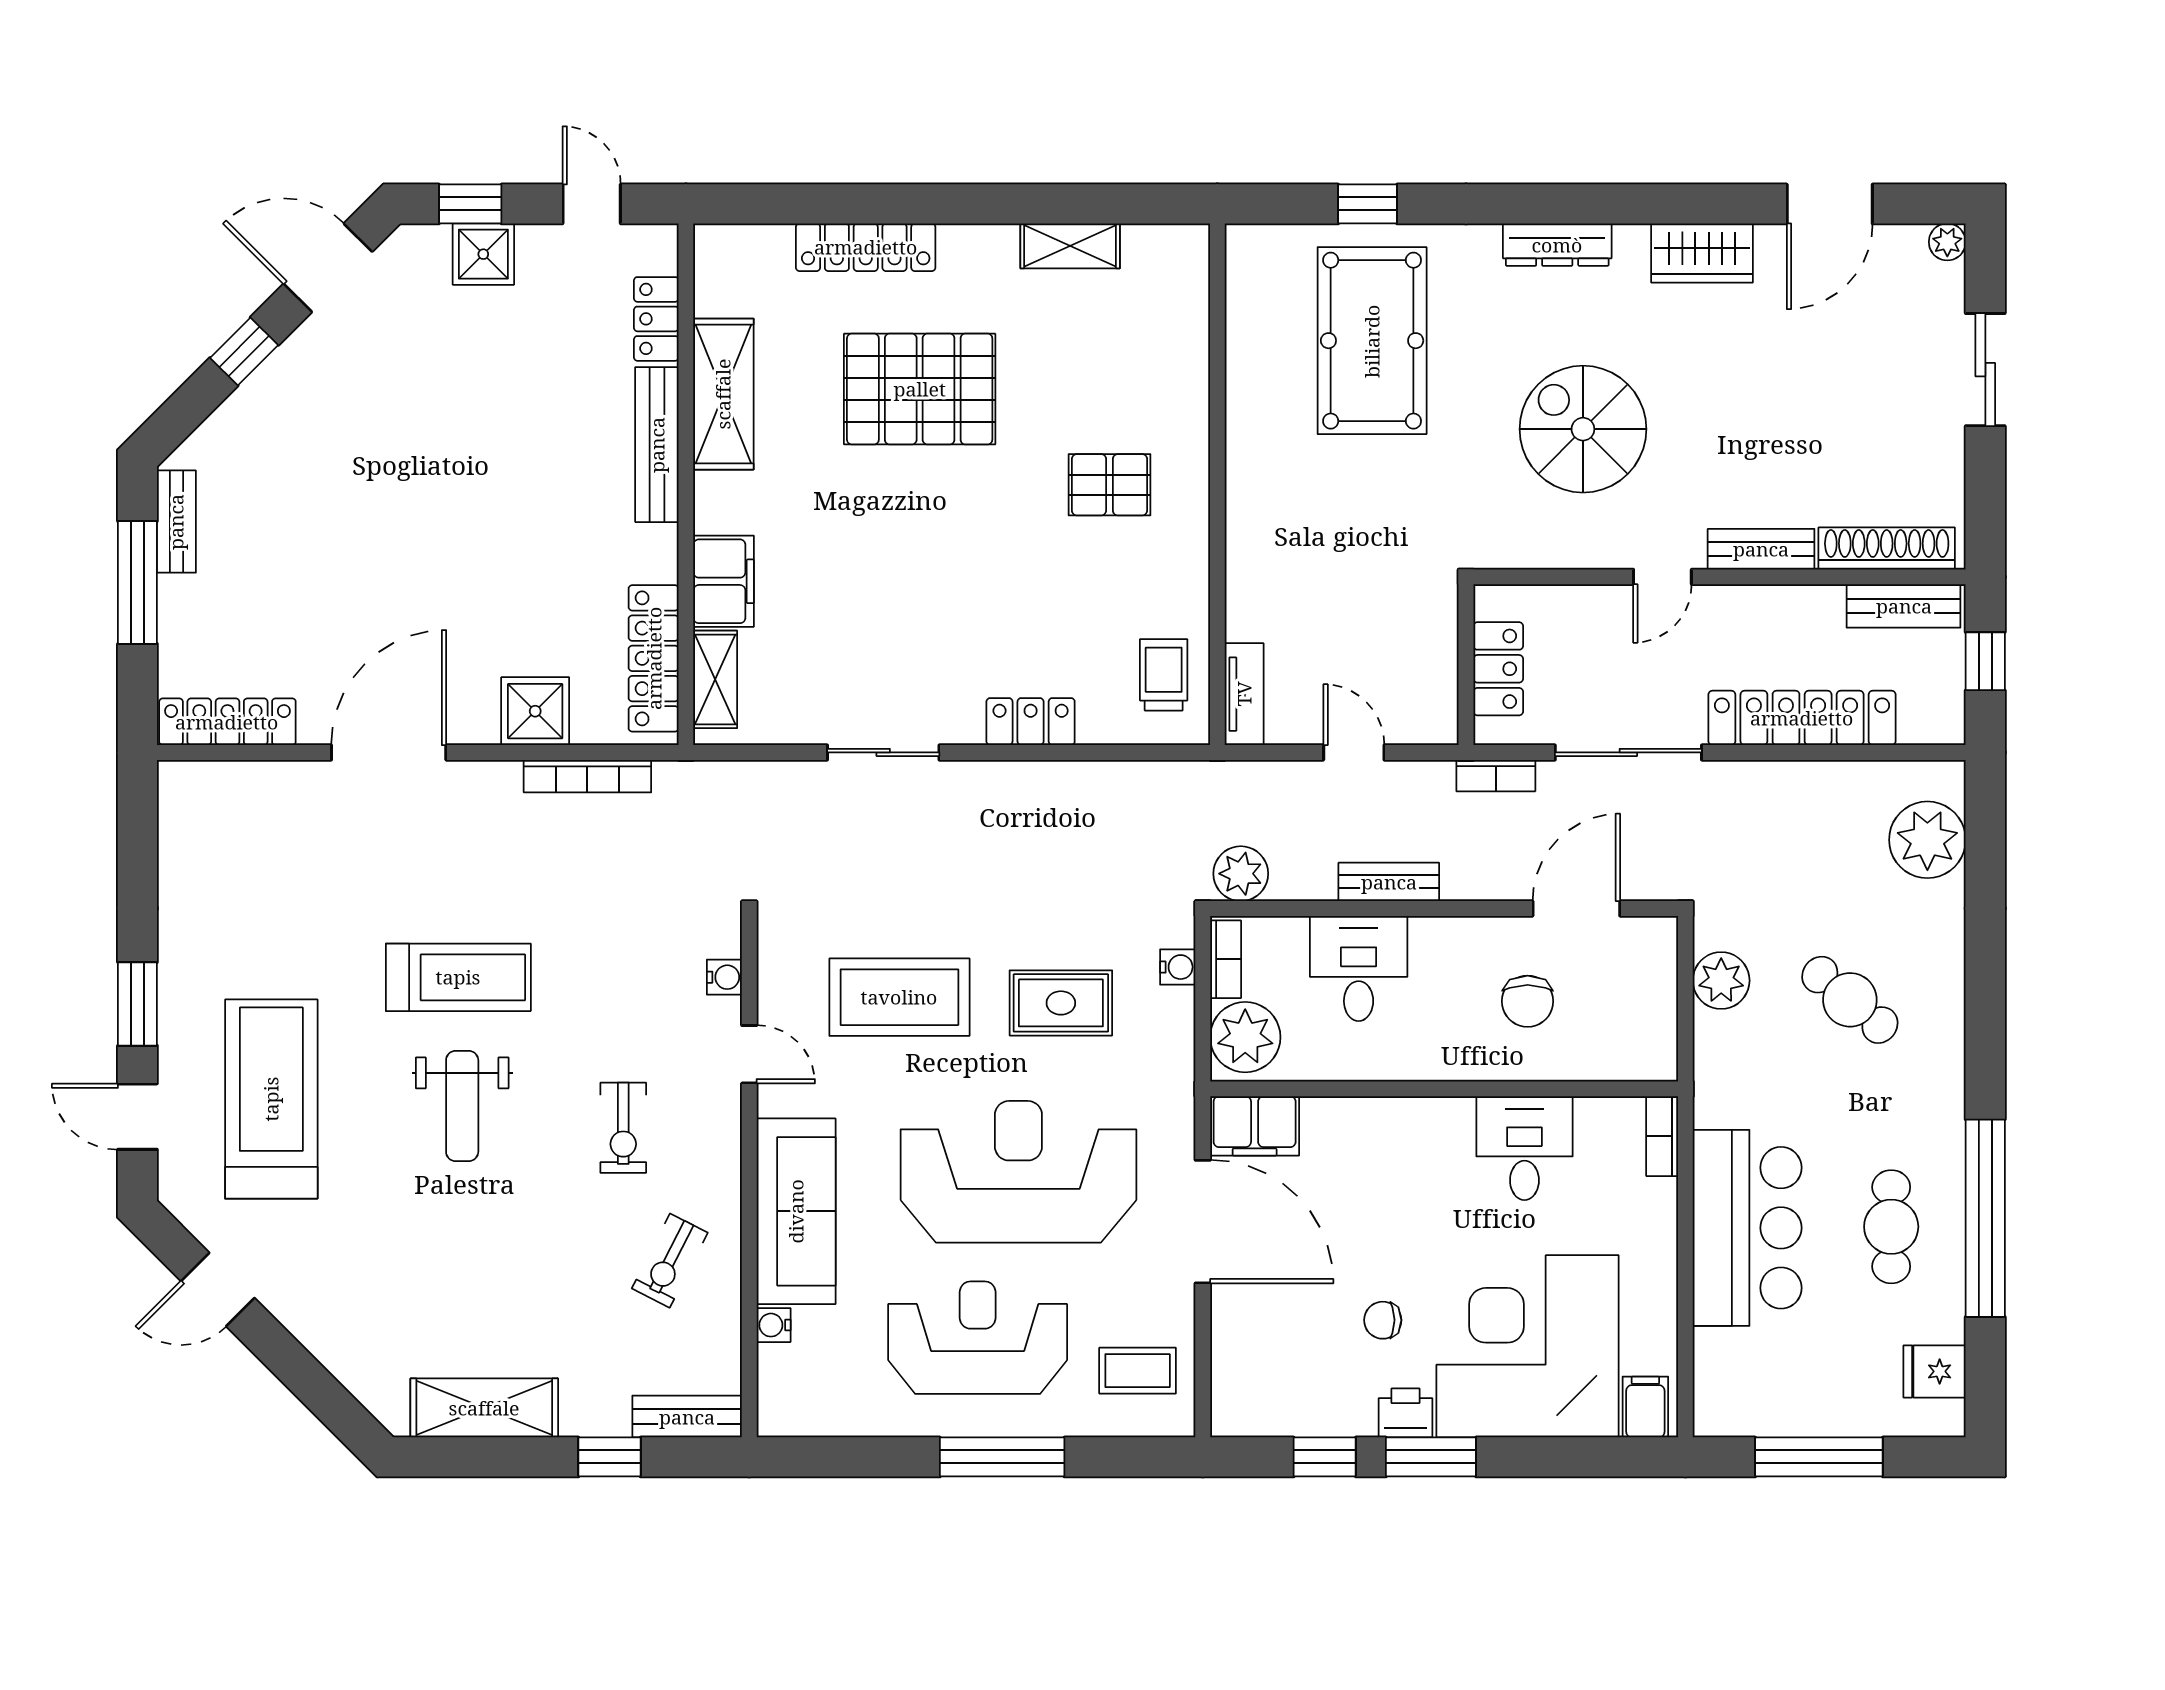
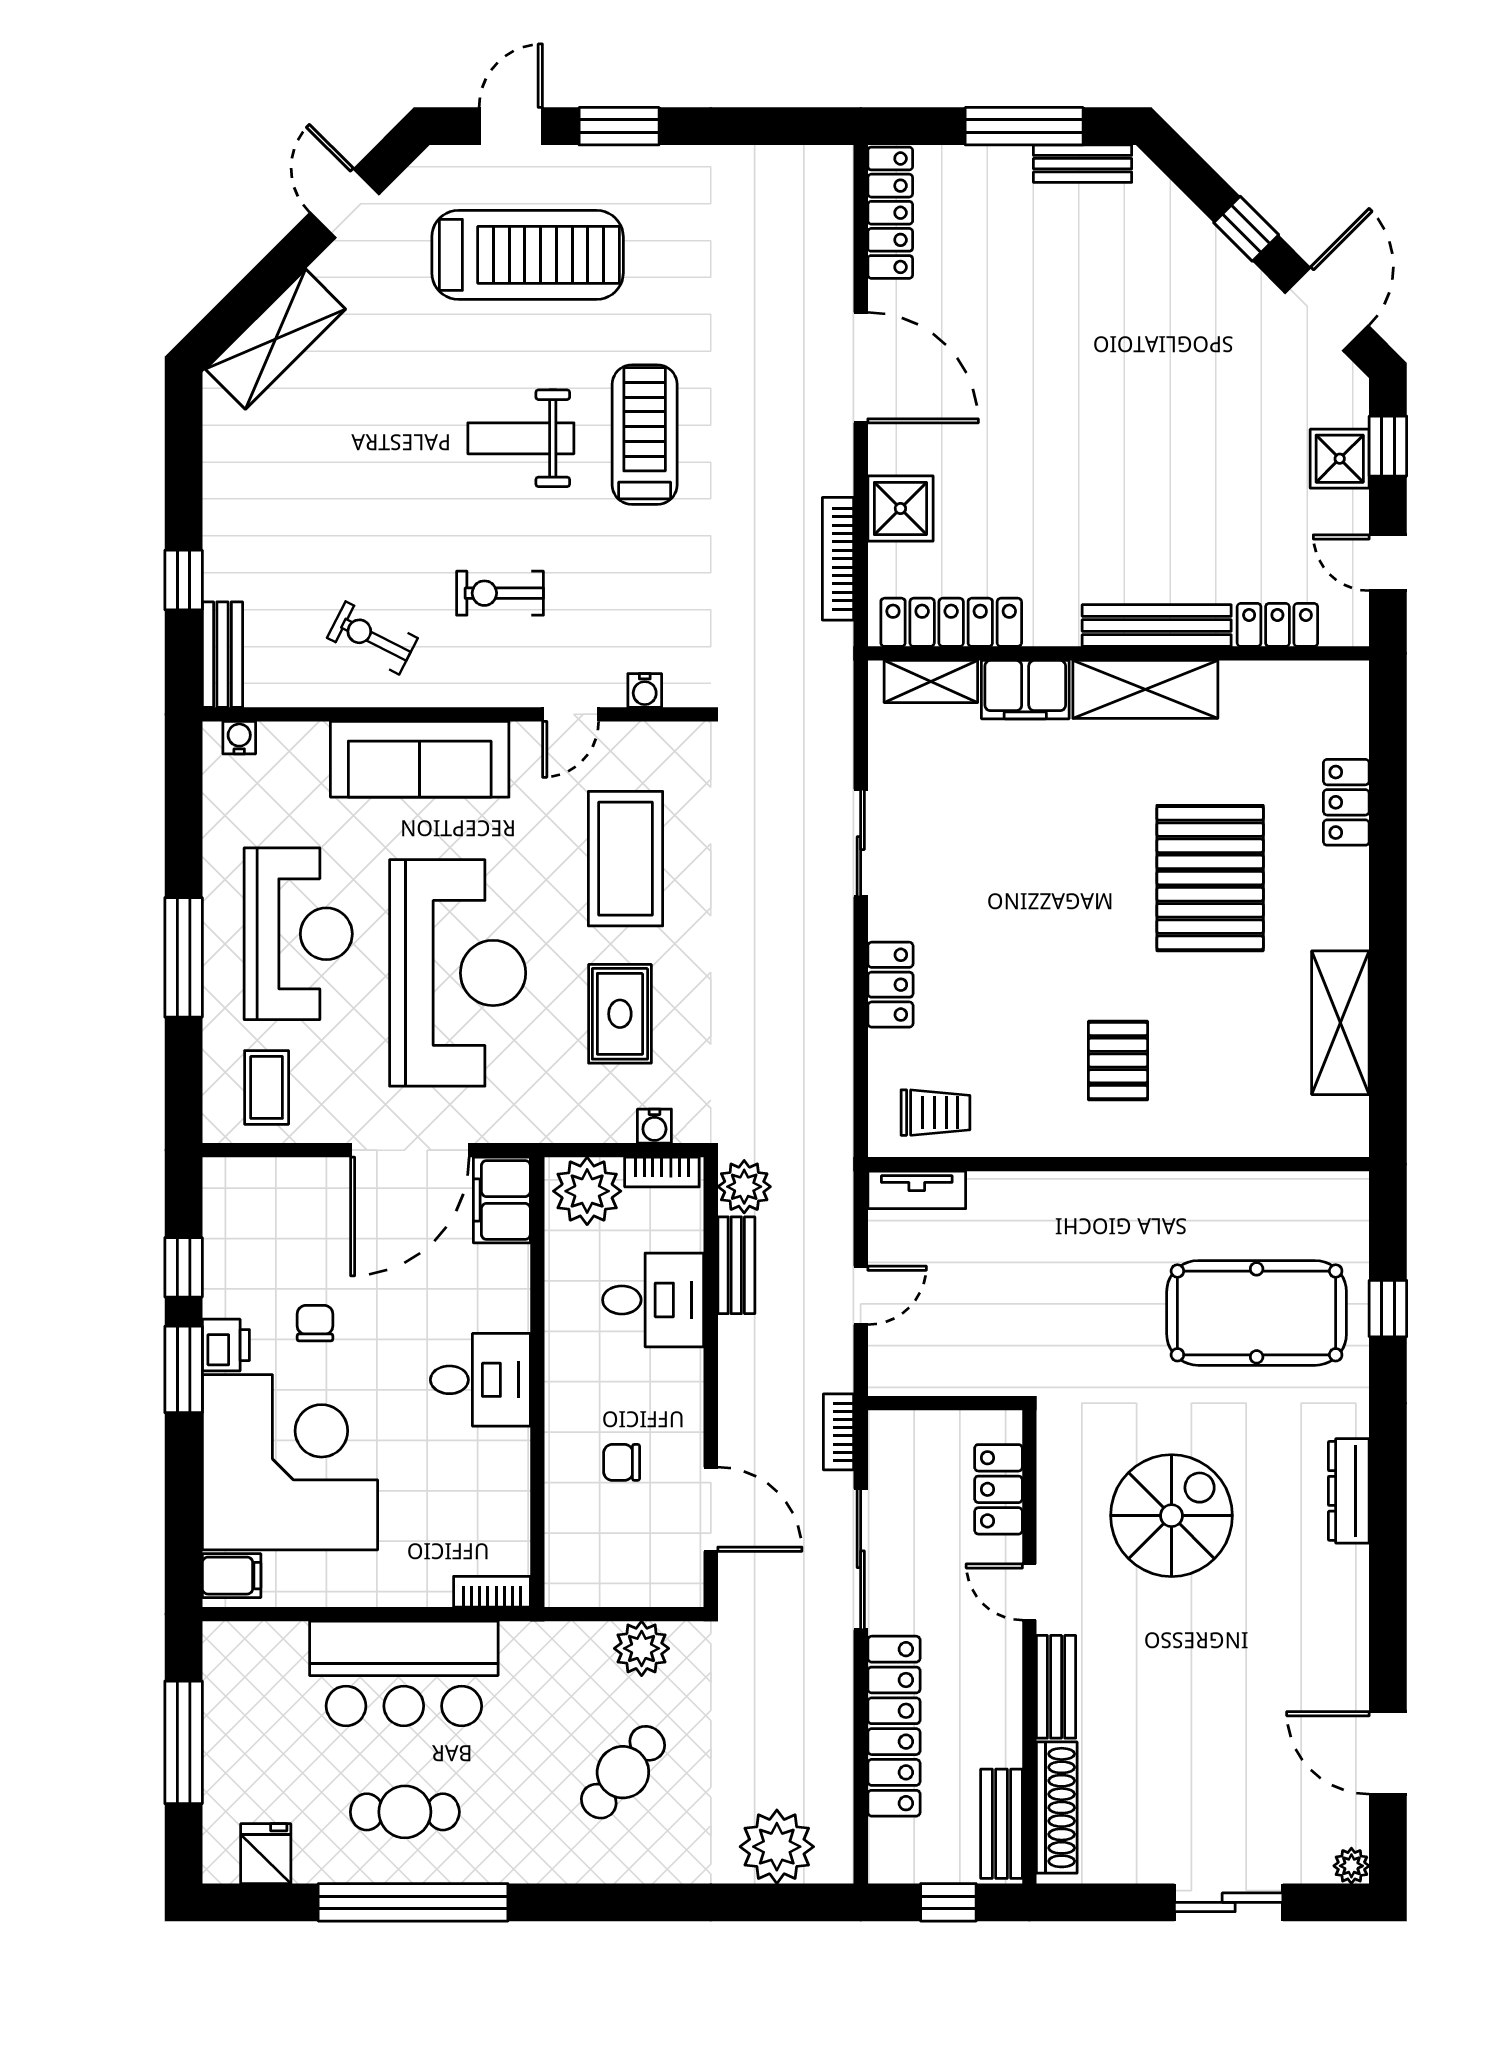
door: (592, 204) -> (1388, 563), swing flipped
shelving: (1070, 246) -> (1340, 1023), width x1.50, depth x1.33
locker: (866, 247) -> (1346, 802), width x0.66
wardrobe: (1702, 253) -> (1341, 1630), removed
shelving: (723, 394) -> (1145, 689), moved
locker: (1498, 669) -> (998, 1489), moved, turned 90
bench: (1389, 882) -> (736, 1265), moved
treadmill: (458, 977) -> (645, 435), turned 180
chair: (1528, 1001) -> (622, 1462), width x0.73, depth x0.73
desk: (1524, 1148) -> (480, 1380), moved
water cooler: (774, 1325) -> (239, 738), moved
shelving: (484, 1408) -> (275, 339), moved, turned 45

